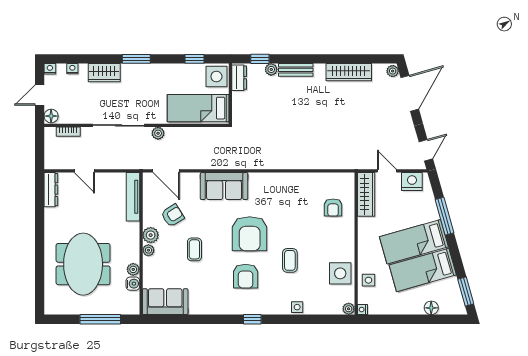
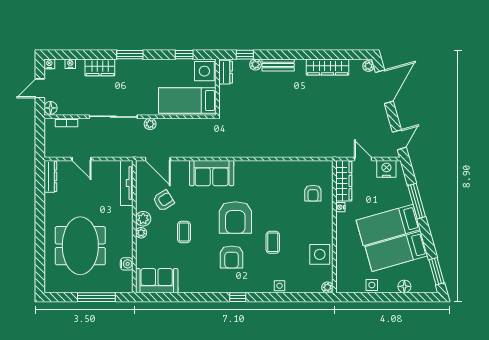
plant: (133, 269) -> (127, 251), removed
side table: (368, 280) -> (372, 285), moved
nightstand: (362, 310) -> (340, 207), moved

